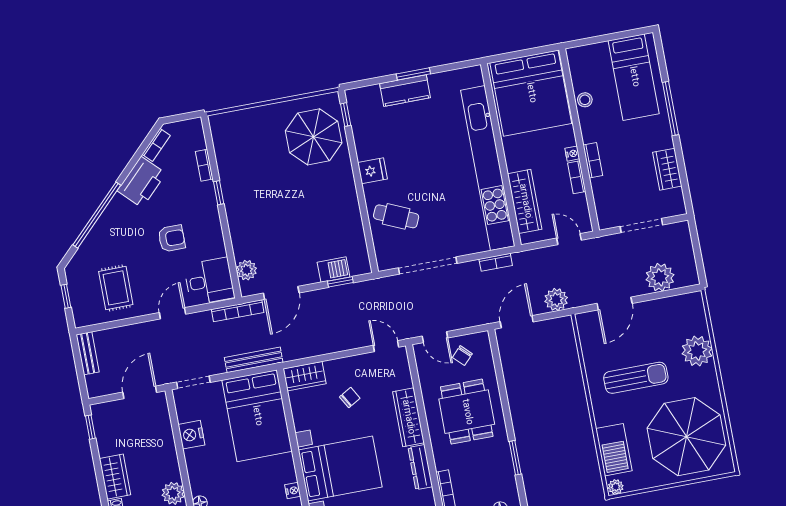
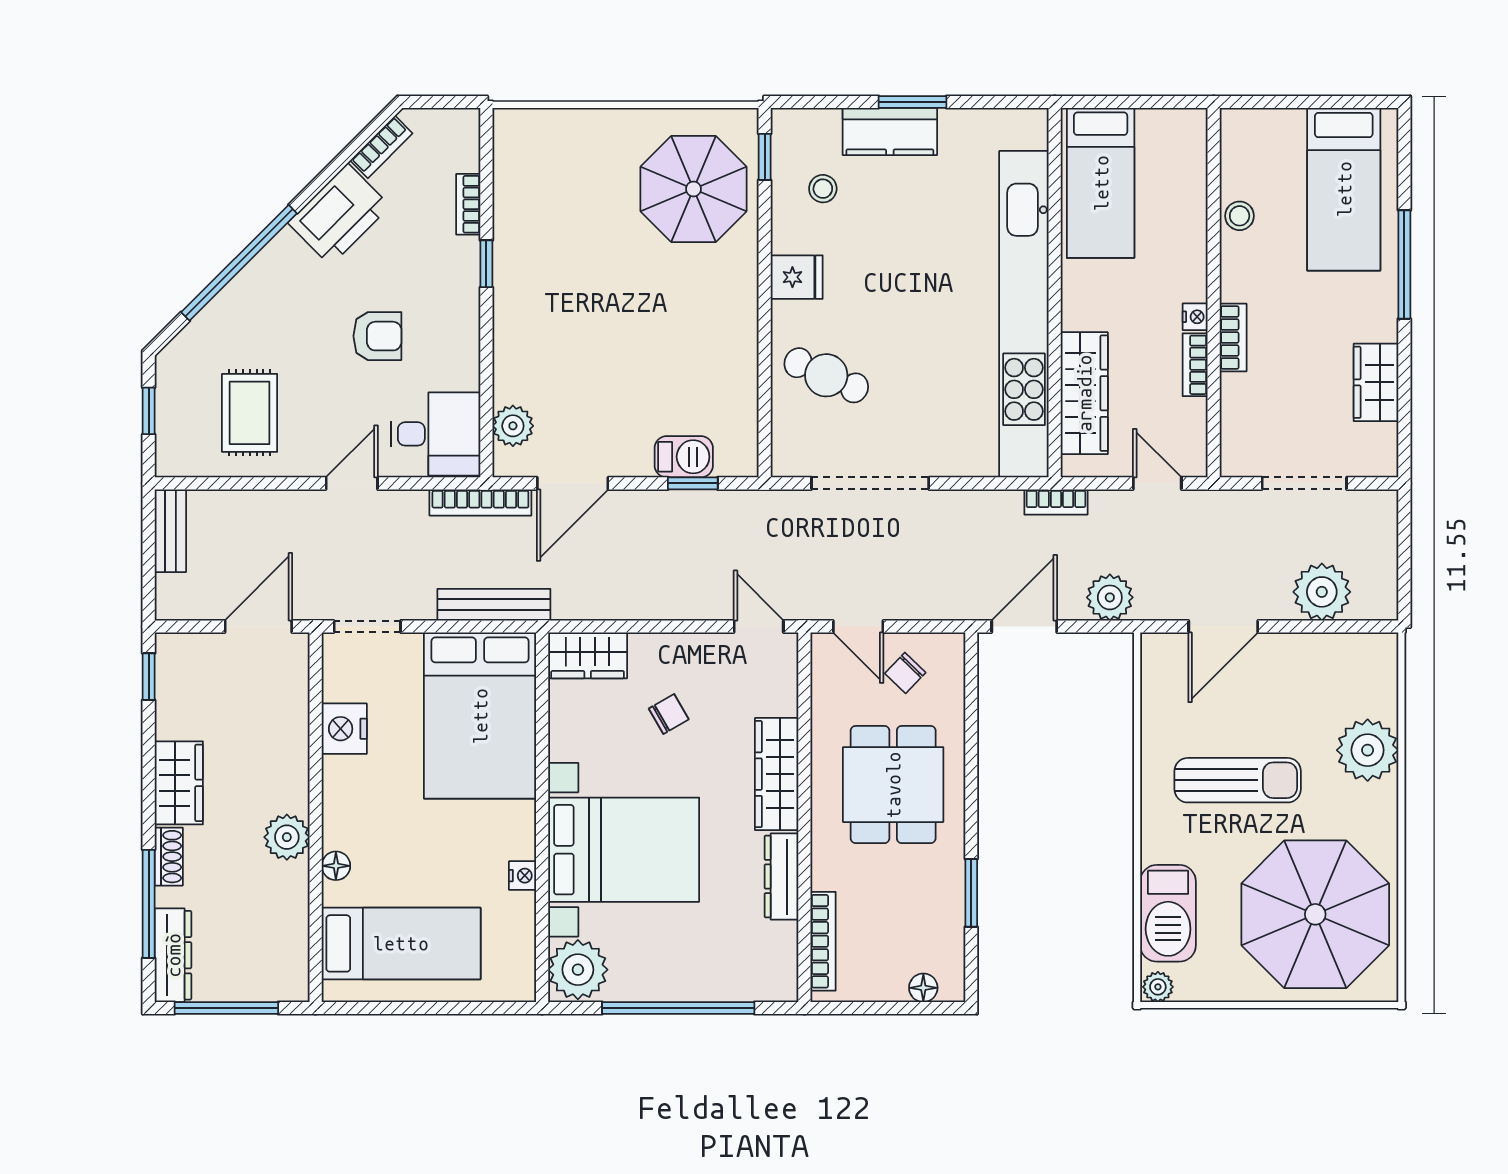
bed: (531, 93) -> (1101, 183), width x0.49
stool: (377, 125) -> (823, 189), added
bookcase: (496, 262) -> (1056, 502), moved

